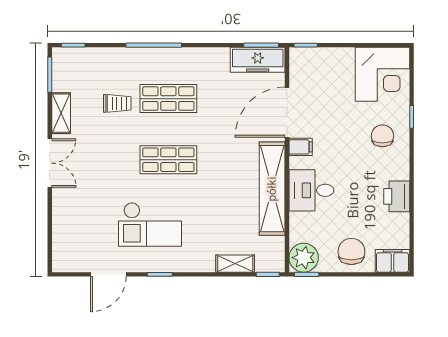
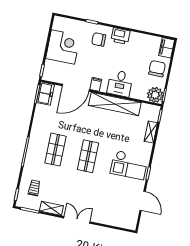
freezer: (258, 60) -> (45, 94), width x0.71
corner desk: (383, 74) -> (63, 47), moved
trolley: (117, 103) -> (34, 188), moved
door: (287, 112) -> (76, 88), hinge flipped
printer: (397, 196) -> (120, 36), moved
checkout: (150, 224) -> (129, 165), moved, turned 90
chair: (351, 251) -> (157, 69), turned 90

